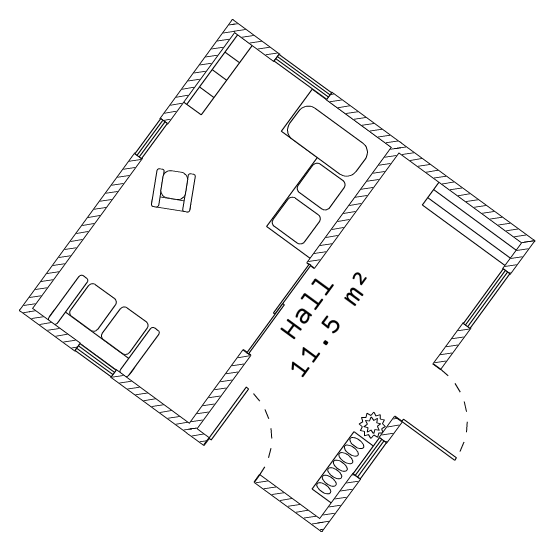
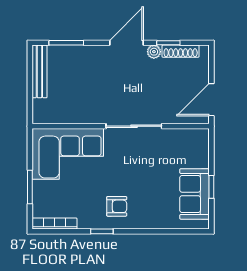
armchair: (173, 190) -> (117, 206), turned -153

